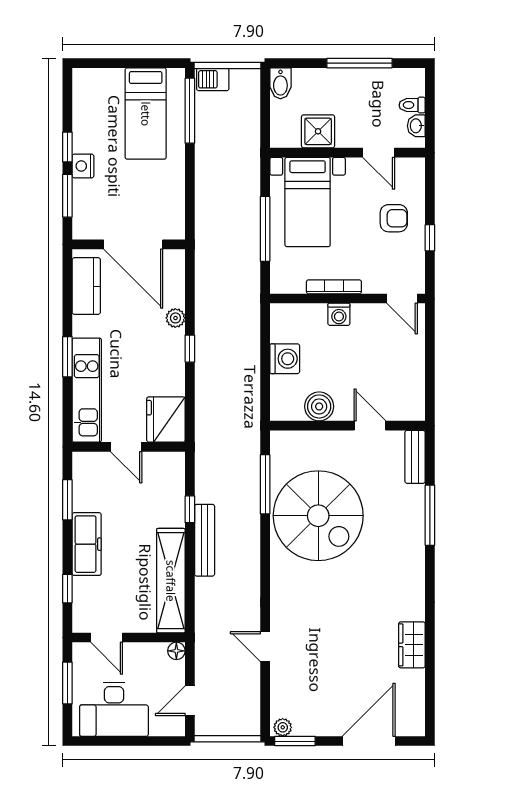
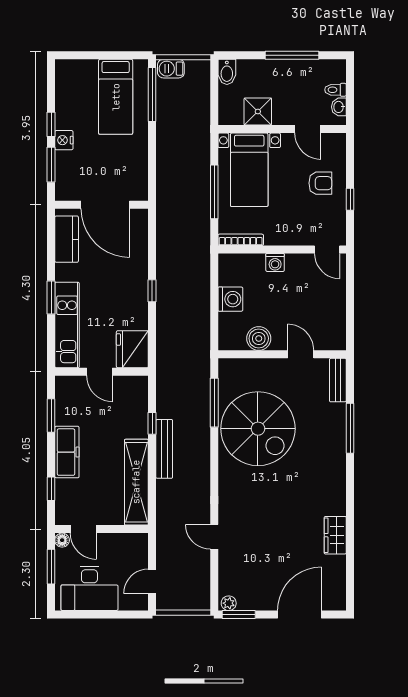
bookcase: (334, 287) -> (241, 240), moved
plant: (175, 318) -> (140, 266), removed
floor lamp: (176, 651) -> (62, 540), moved

